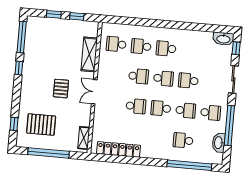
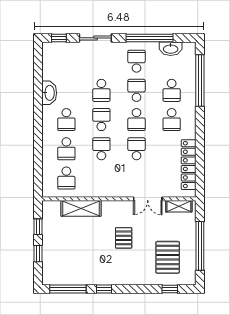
washbasin: (223, 39) -> (49, 93), moved
pallet: (61, 89) -> (124, 238), turned 90
double door: (94, 92) -> (148, 199), moved
school desk: (158, 138) -> (172, 120), added

